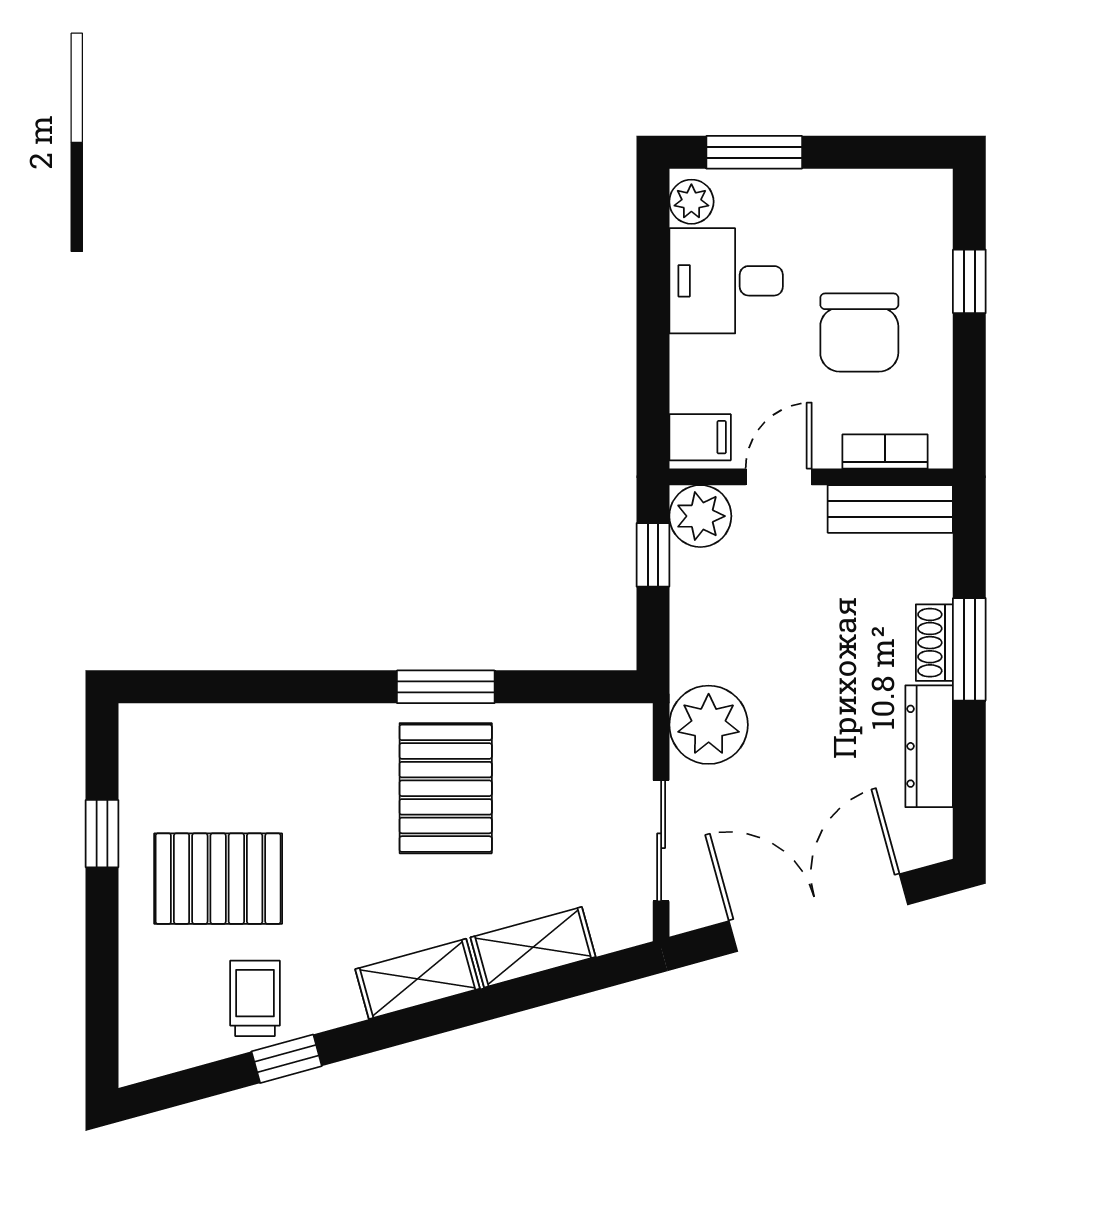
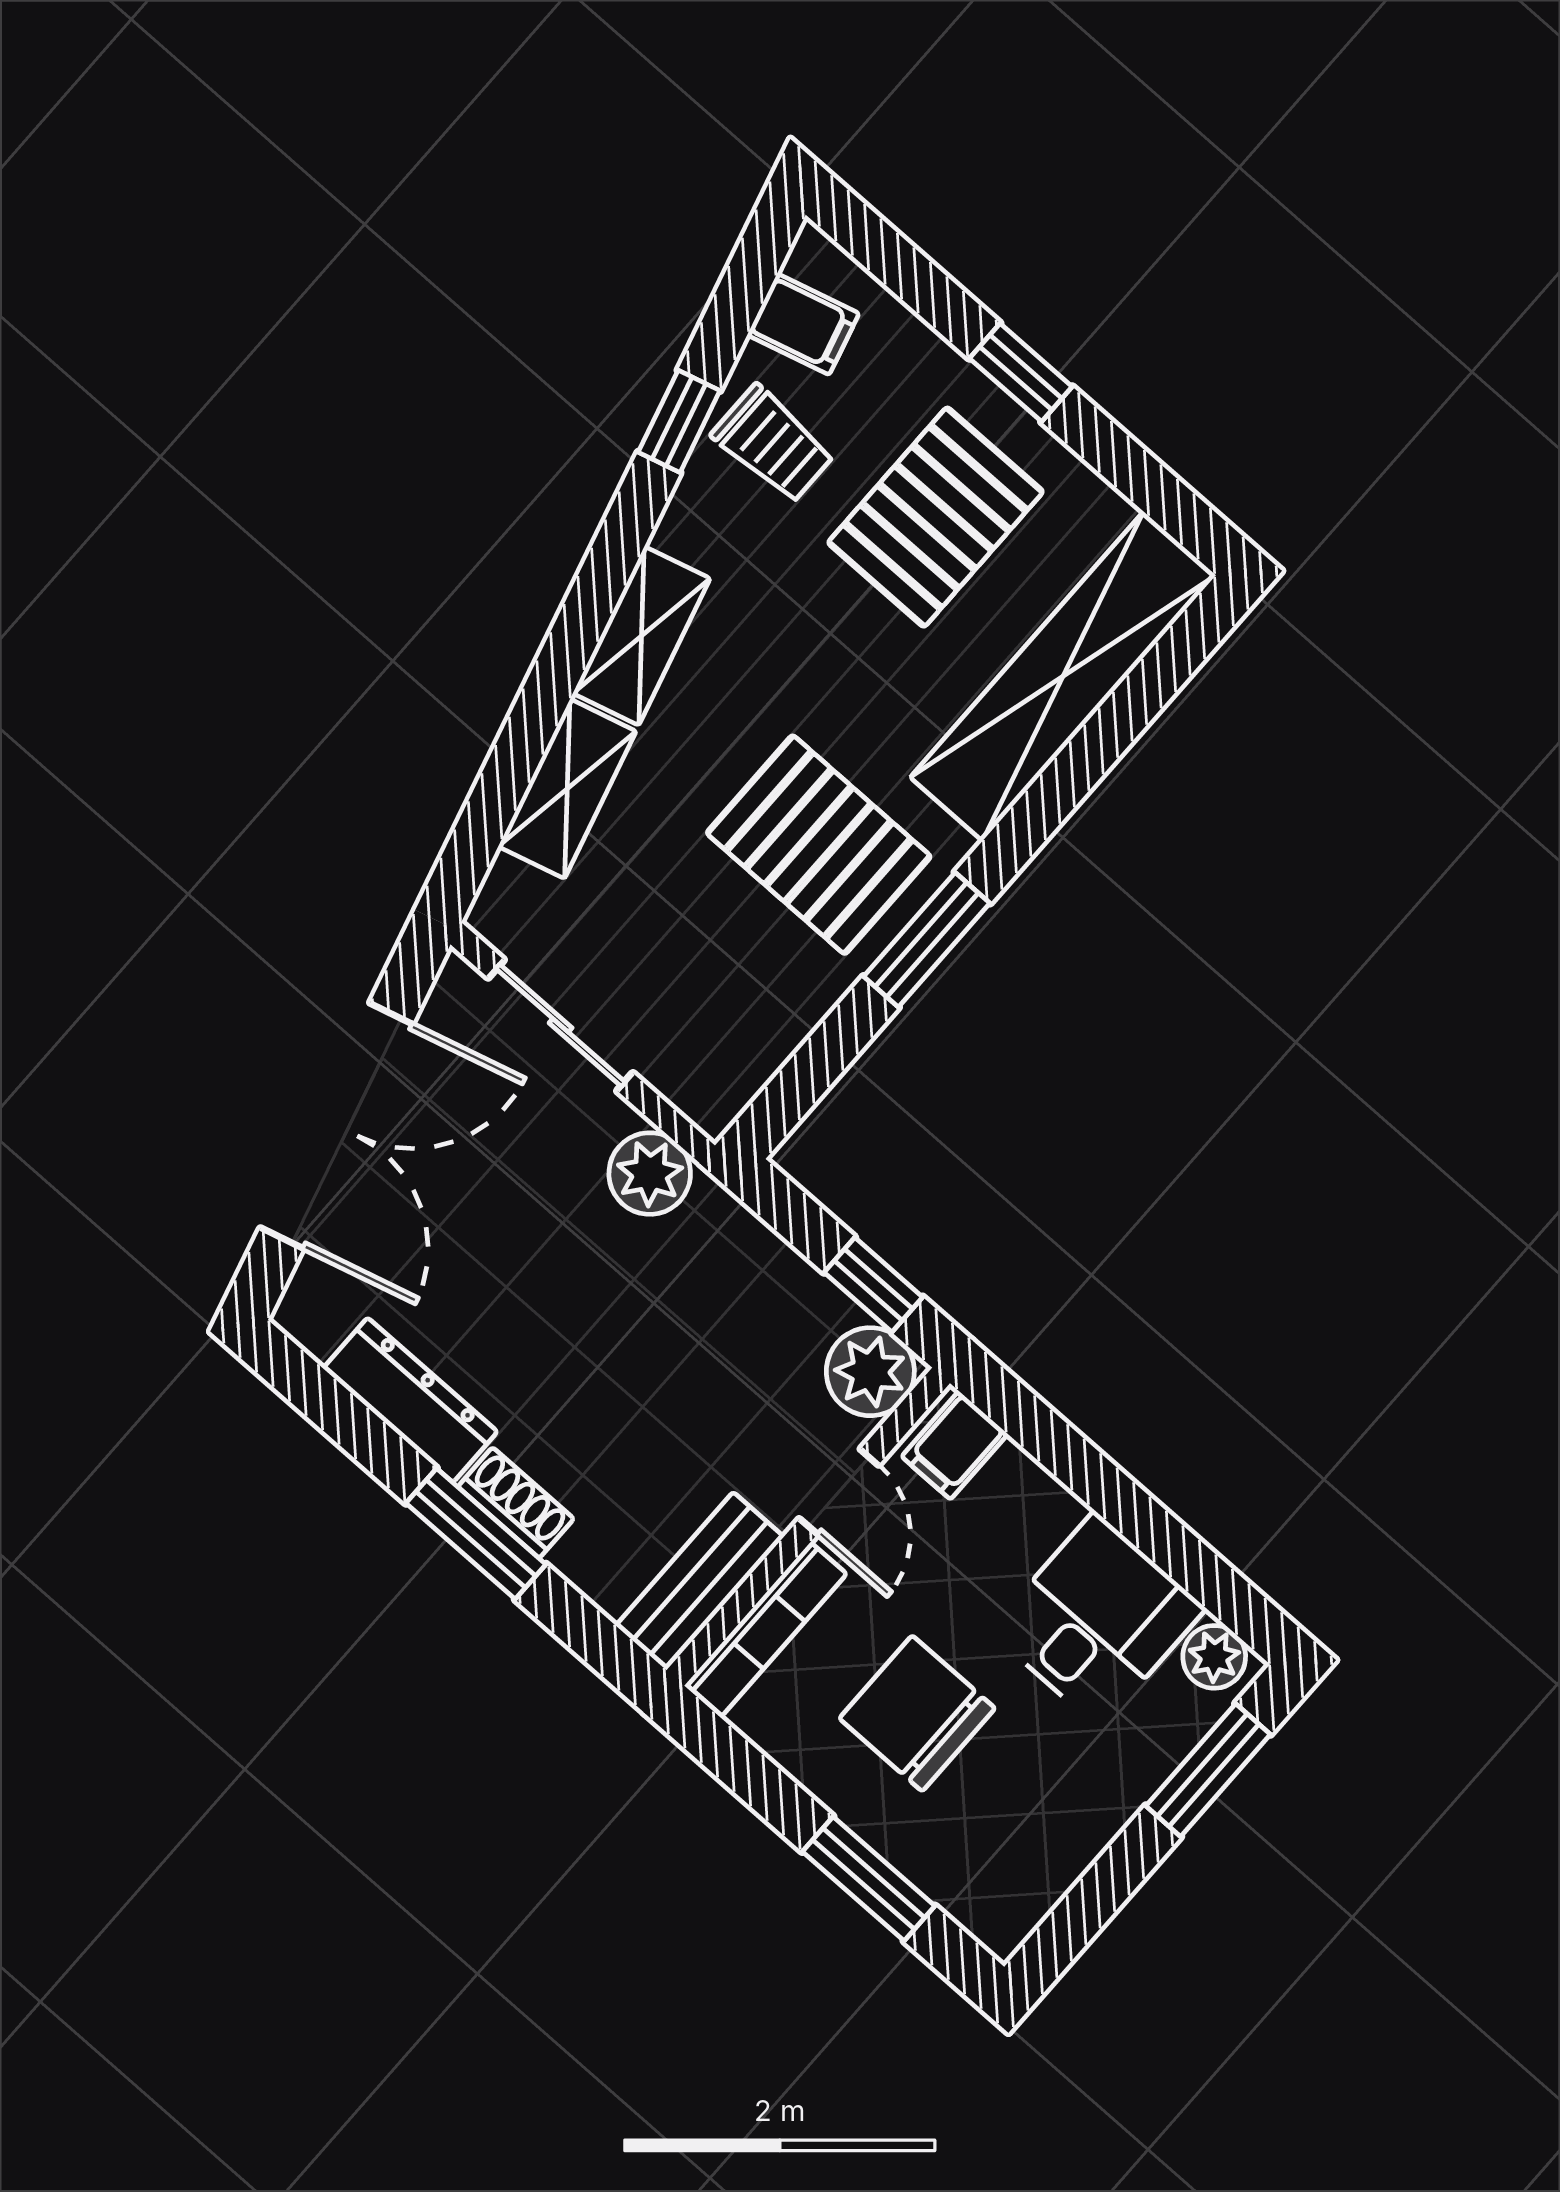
window: (969, 281) -> (869, 1879), width x1.50
bookcase: (885, 452) -> (766, 1629), width x1.56
plant: (709, 725) -> (650, 1174), width x0.73, depth x0.73
shelving: (243, 737) -> (1063, 676), added
window: (102, 834) -> (1021, 372), moved
filing cabinet: (178, 1038) -> (803, 324), added

